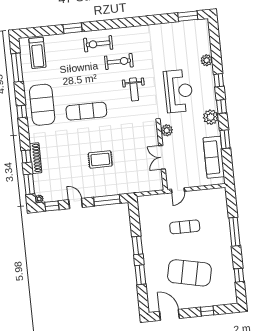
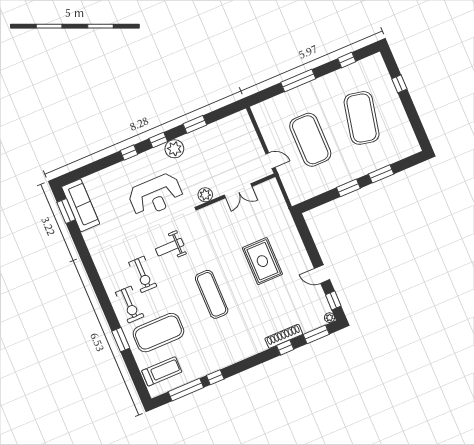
plant: (207, 60) -> (110, 174), removed
exercise bike: (119, 61) -> (143, 274), turned 180
weight bench: (134, 89) -> (170, 247), turned 180
reception desk: (178, 91) -> (156, 195), turned 180
exercise mat: (42, 105) -> (158, 333), moved
window: (22, 112) -> (215, 377), moved
sofa: (214, 157) -> (81, 205), moved, turned -90
rug: (100, 159) -> (262, 261), width x1.36, depth x1.43
window: (107, 200) -> (307, 239), removed
door: (76, 204) -> (322, 274), hinge flipped
exercise mat: (185, 227) -> (310, 140), width x2.00, depth x1.45
door: (169, 315) -> (417, 126), removed

